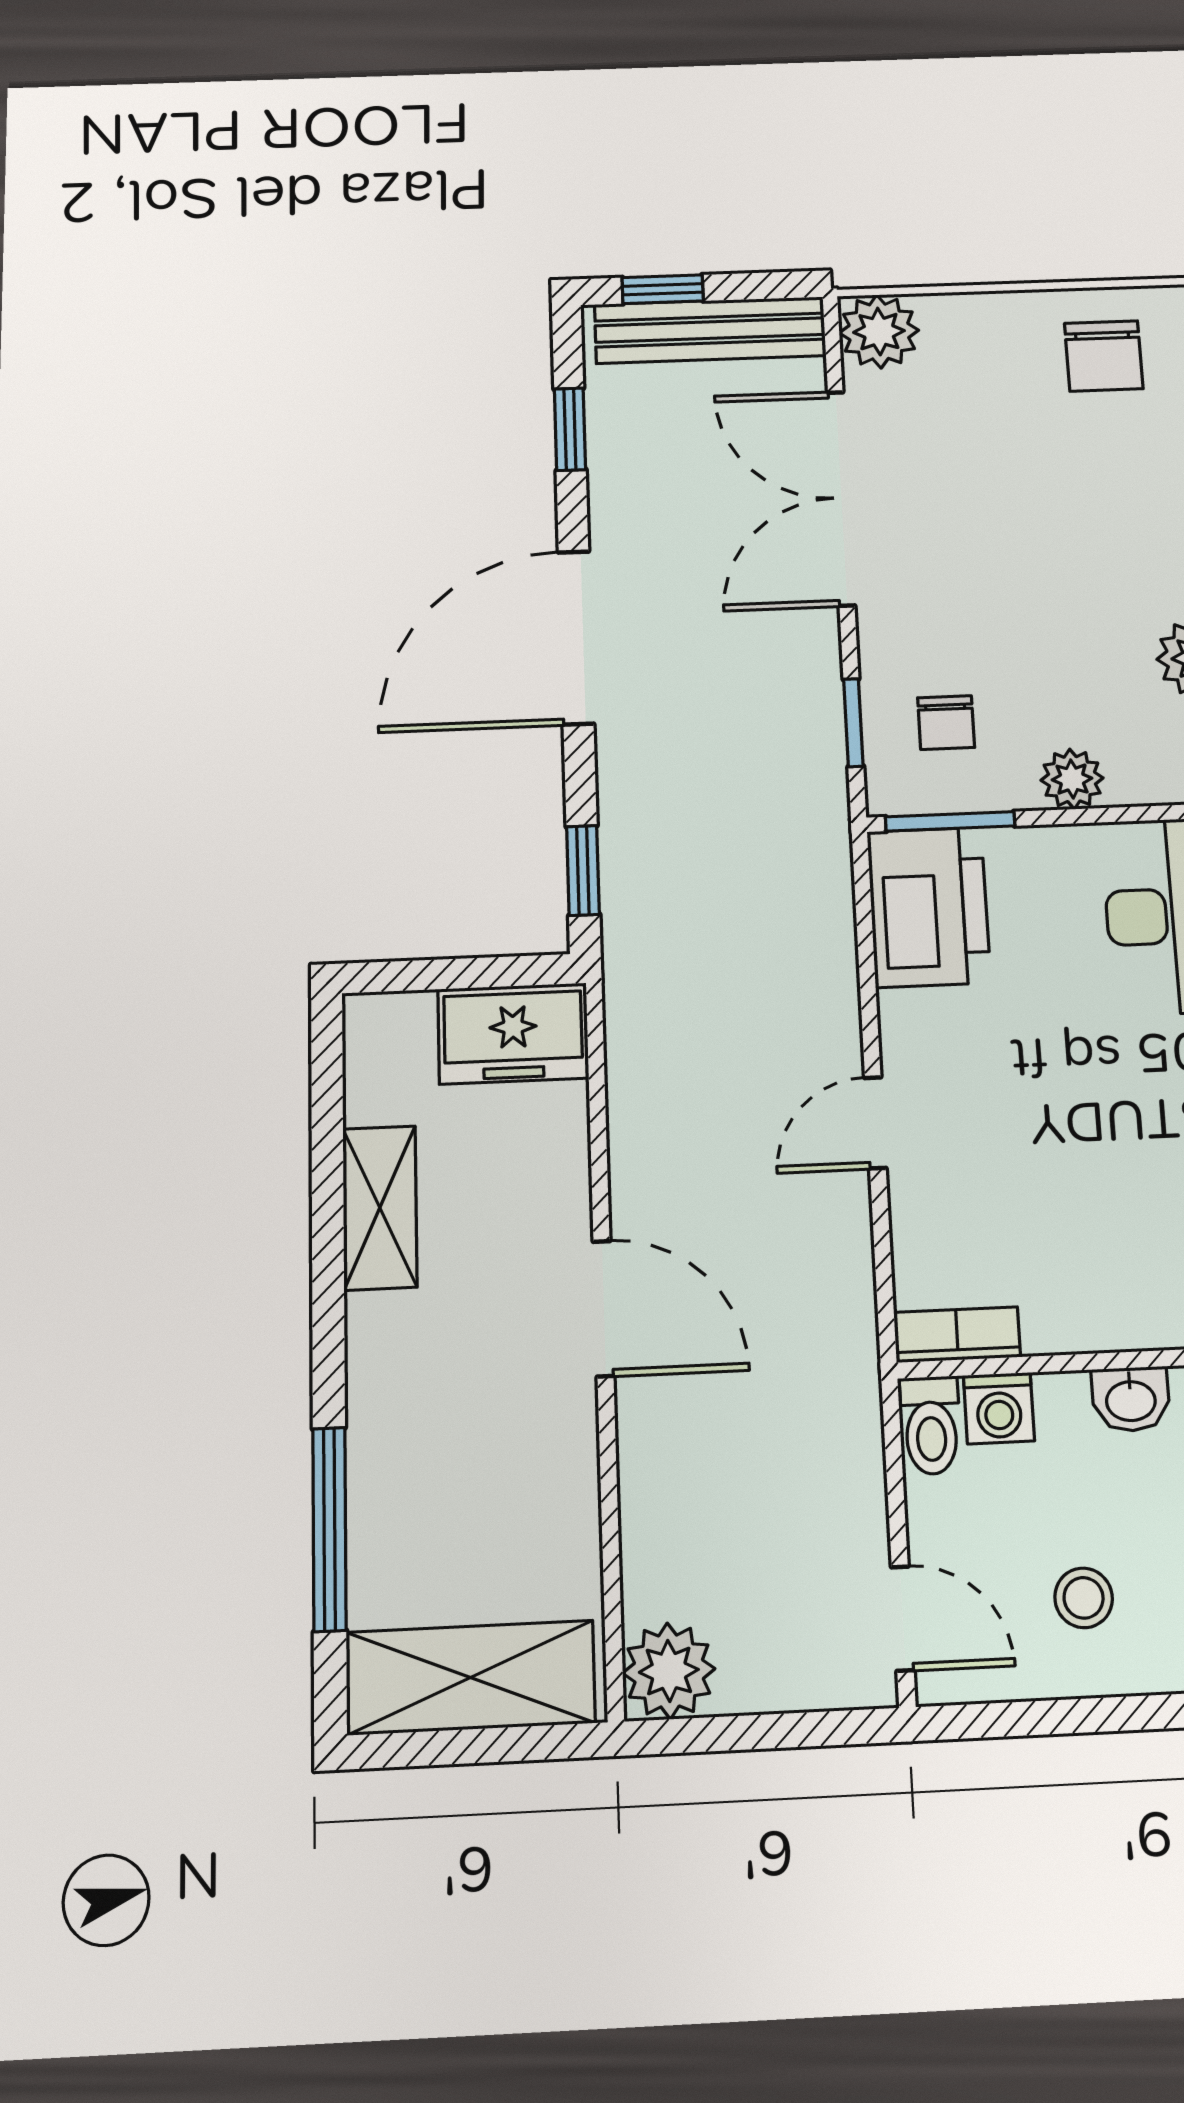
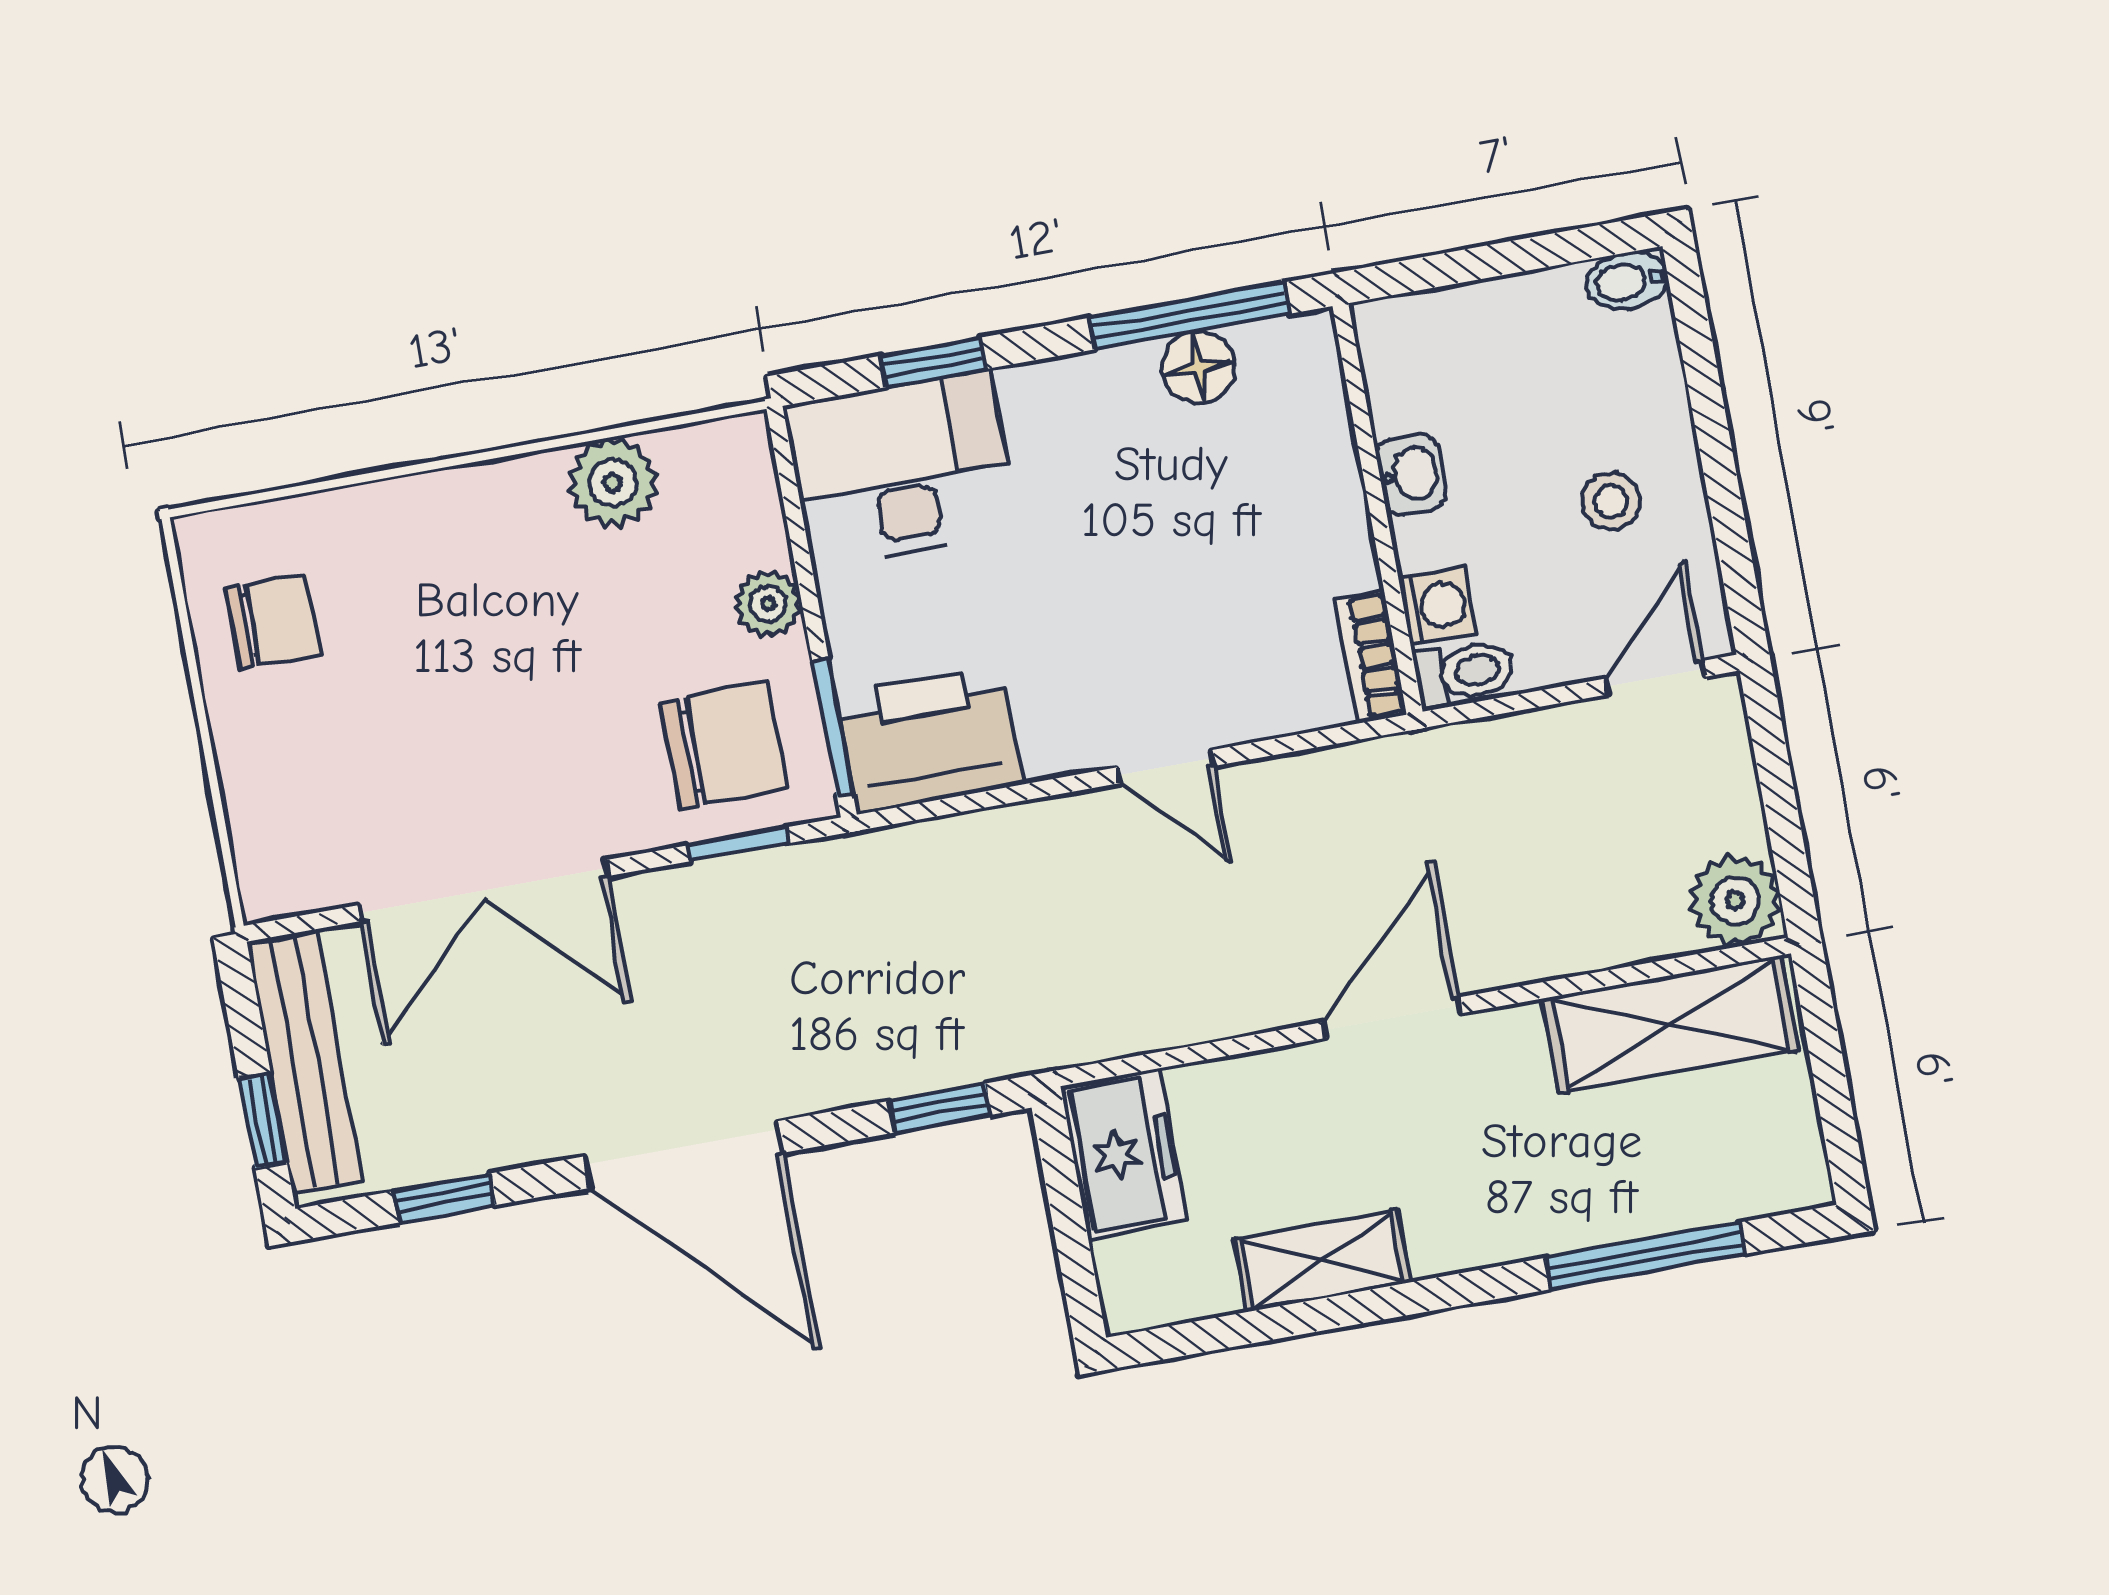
plant: (879, 332) -> (280, 874), removed
chair: (946, 723) -> (724, 745), width x1.87, depth x1.87
shelving: (470, 1678) -> (1670, 1025), moved, turned 90

